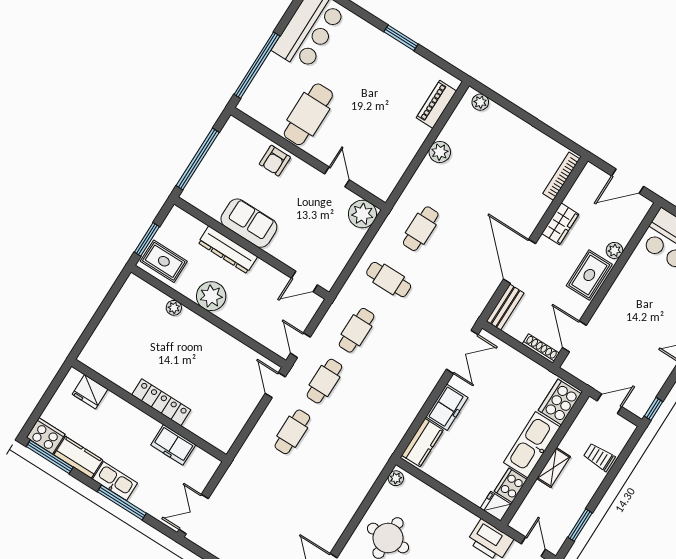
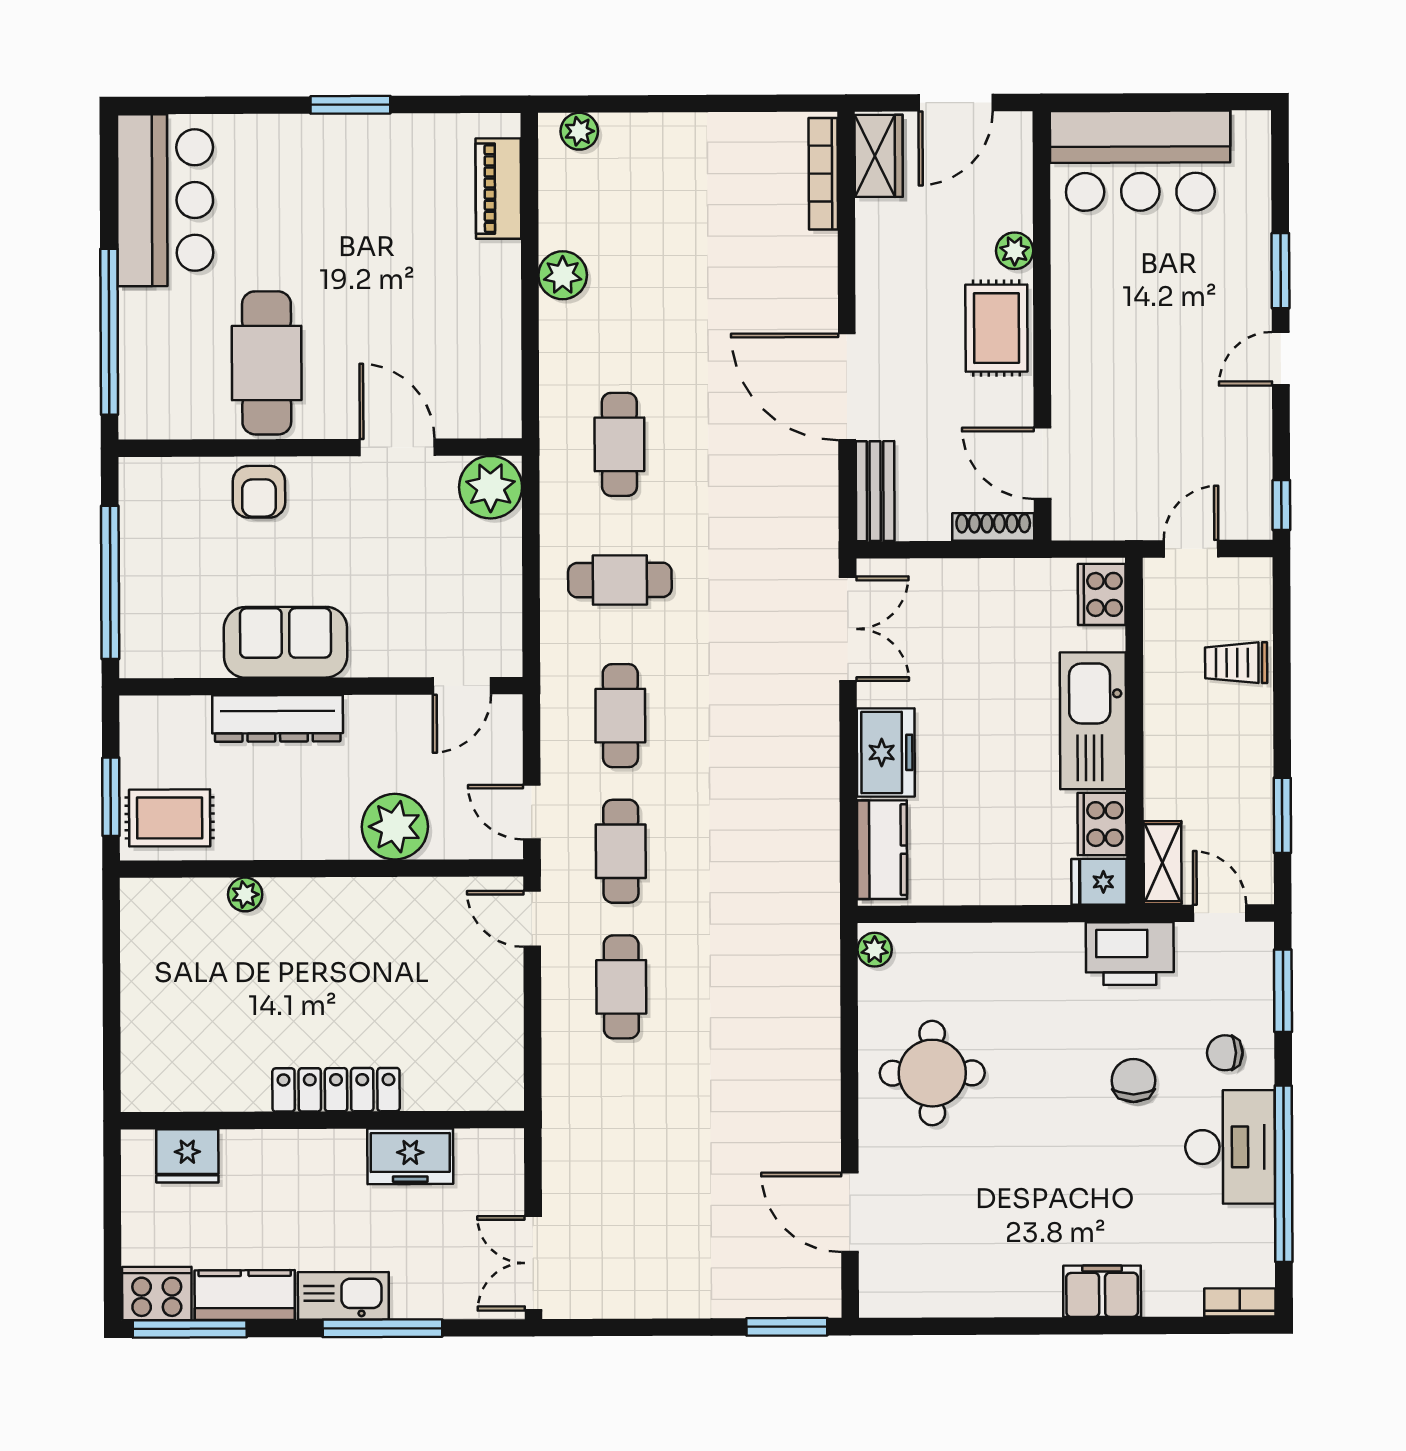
door: (337, 177) -> (397, 447), width x1.38
wardrobe: (560, 224) -> (879, 156), moved
plant: (211, 296) -> (395, 827), moved
cooker: (560, 402) -> (1102, 594), width x0.73, depth x0.76
shelving: (554, 467) -> (1162, 863), moved

